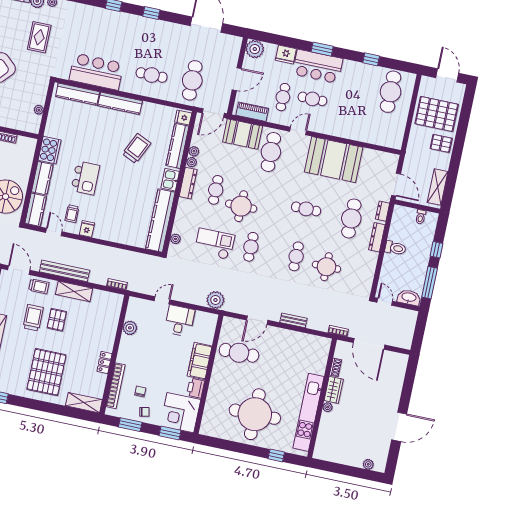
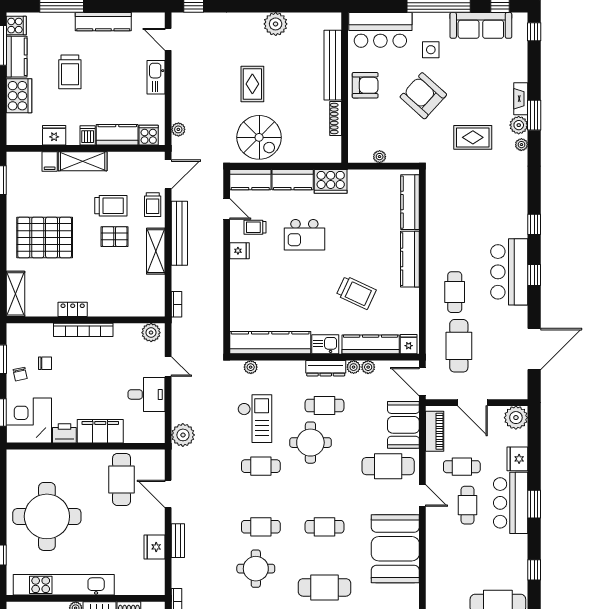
bar counter: (96, 72) -> (509, 272), moved, turned 180
cafe table: (192, 80) -> (459, 346), turned 90
cafe table: (306, 209) -> (324, 527), turned 90
door: (54, 232) -> (227, 209), hinge flipped
plant: (130, 328) -> (151, 333), moved
fridge: (294, 339) -> (155, 547), added
bookcase: (116, 386) -> (83, 330), moved

